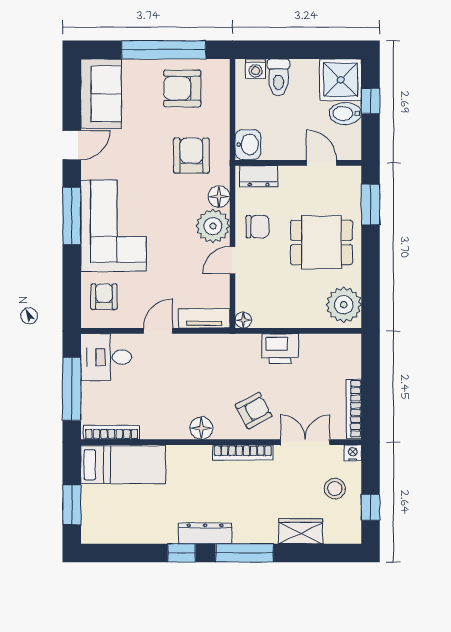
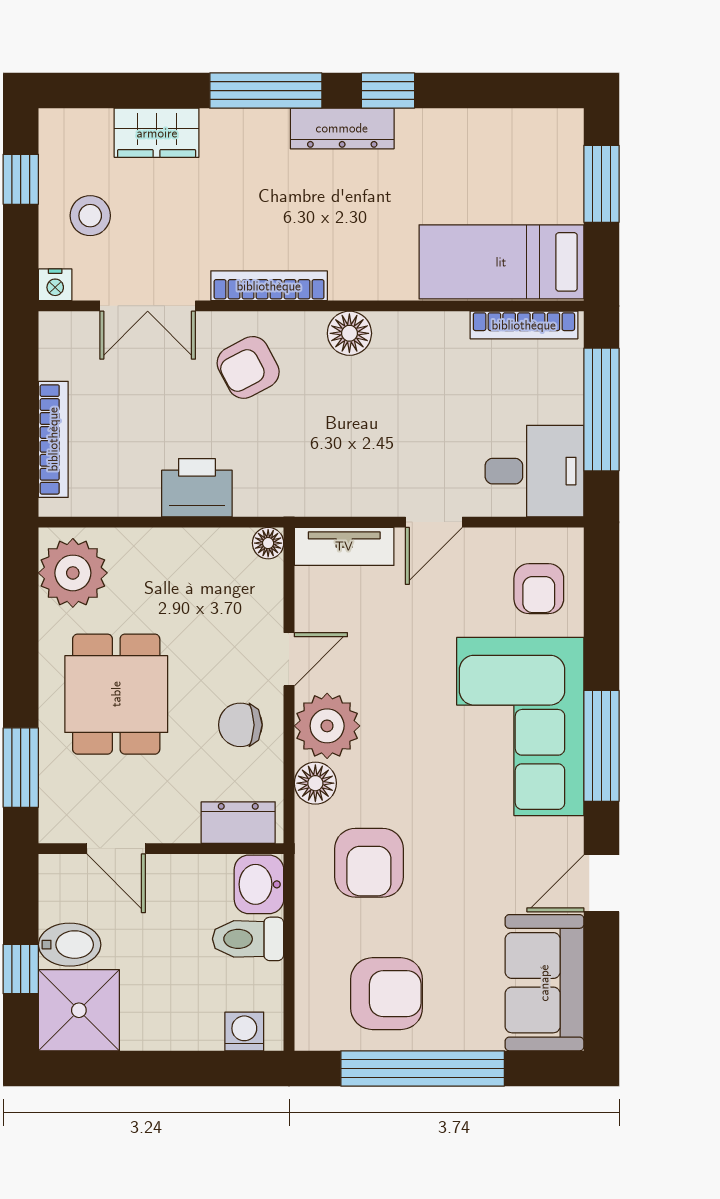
toilet: (278, 77) -> (248, 939), moved, turned -90
dining table: (321, 242) -> (116, 694), turned 90
bookcase: (354, 409) -> (53, 439), moved

